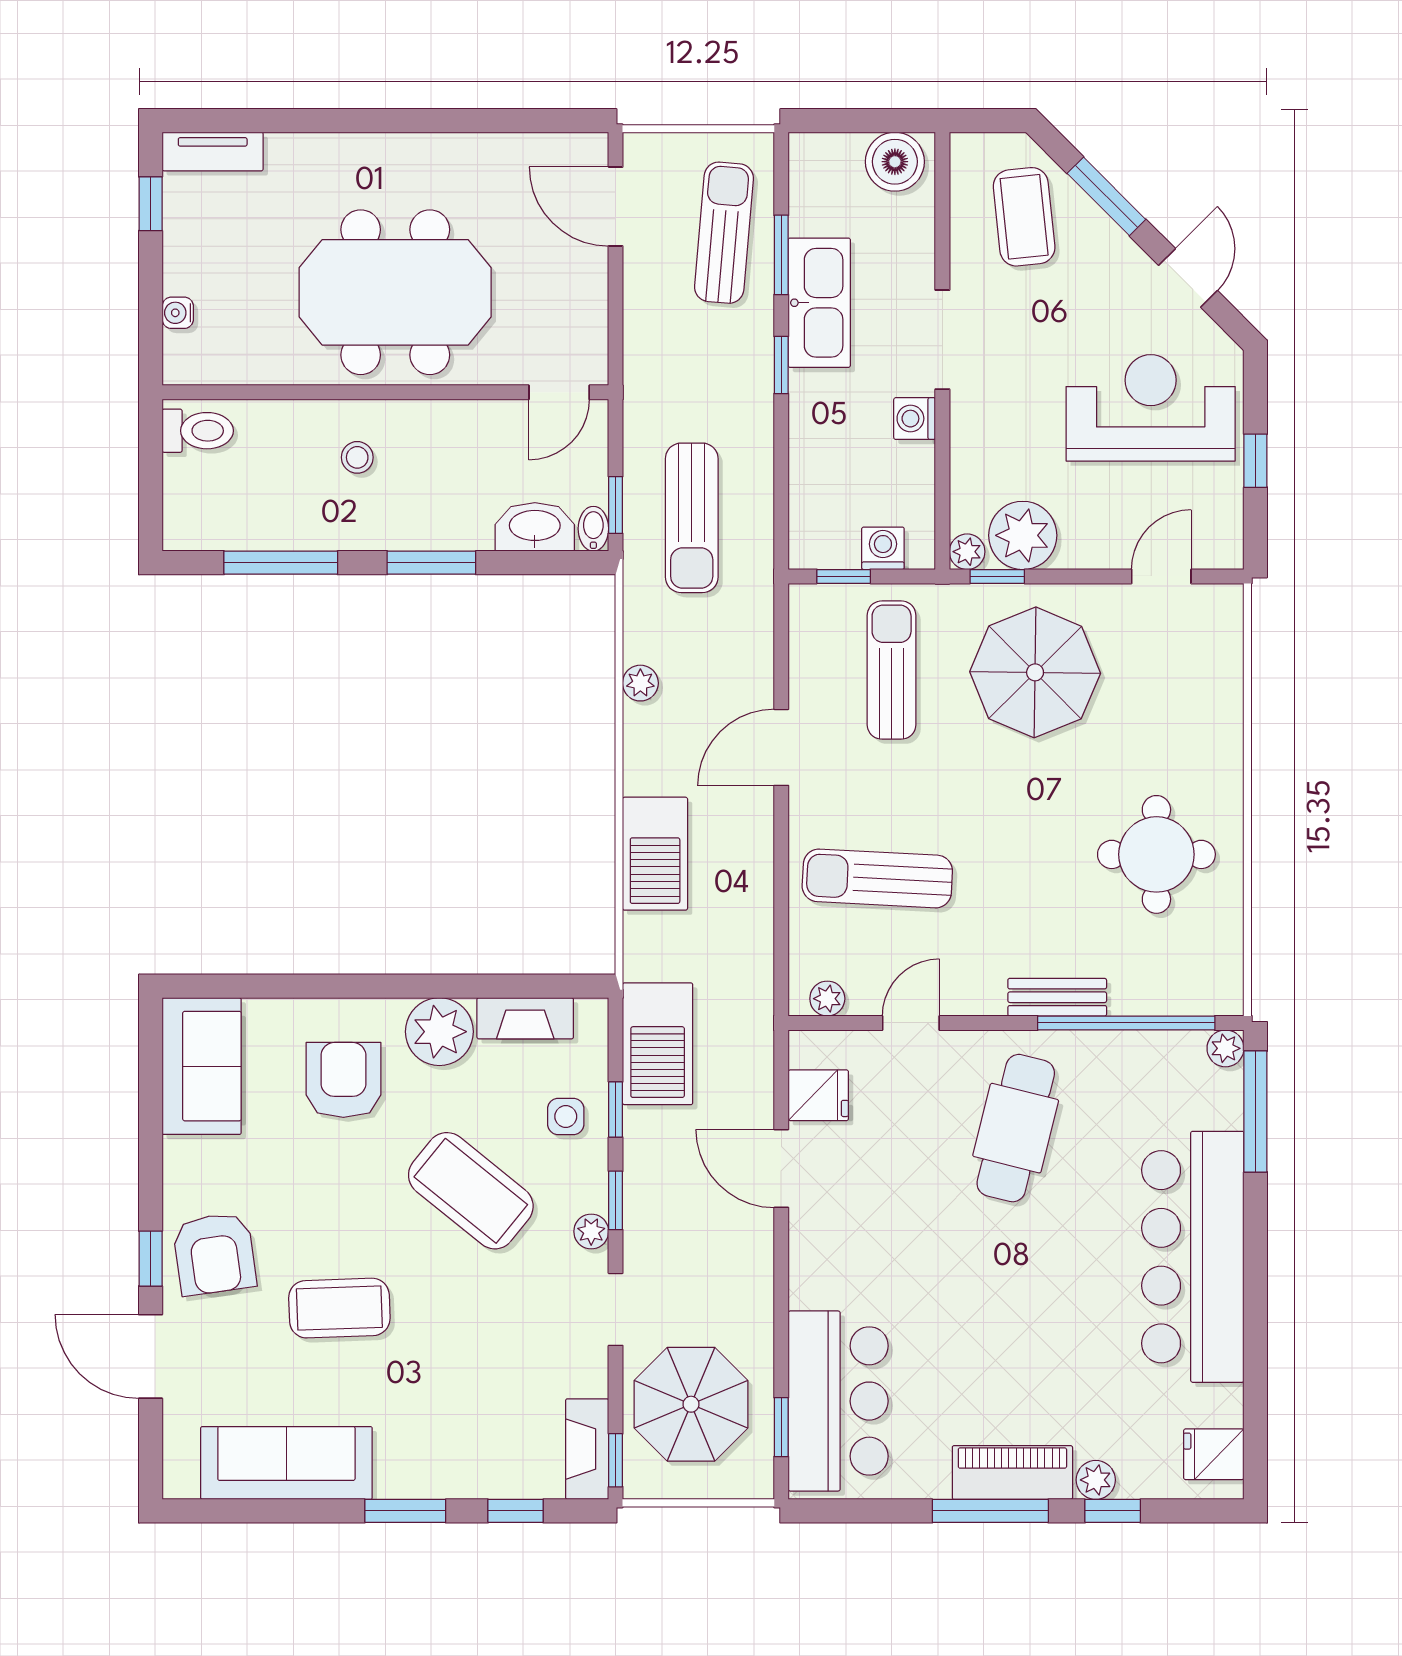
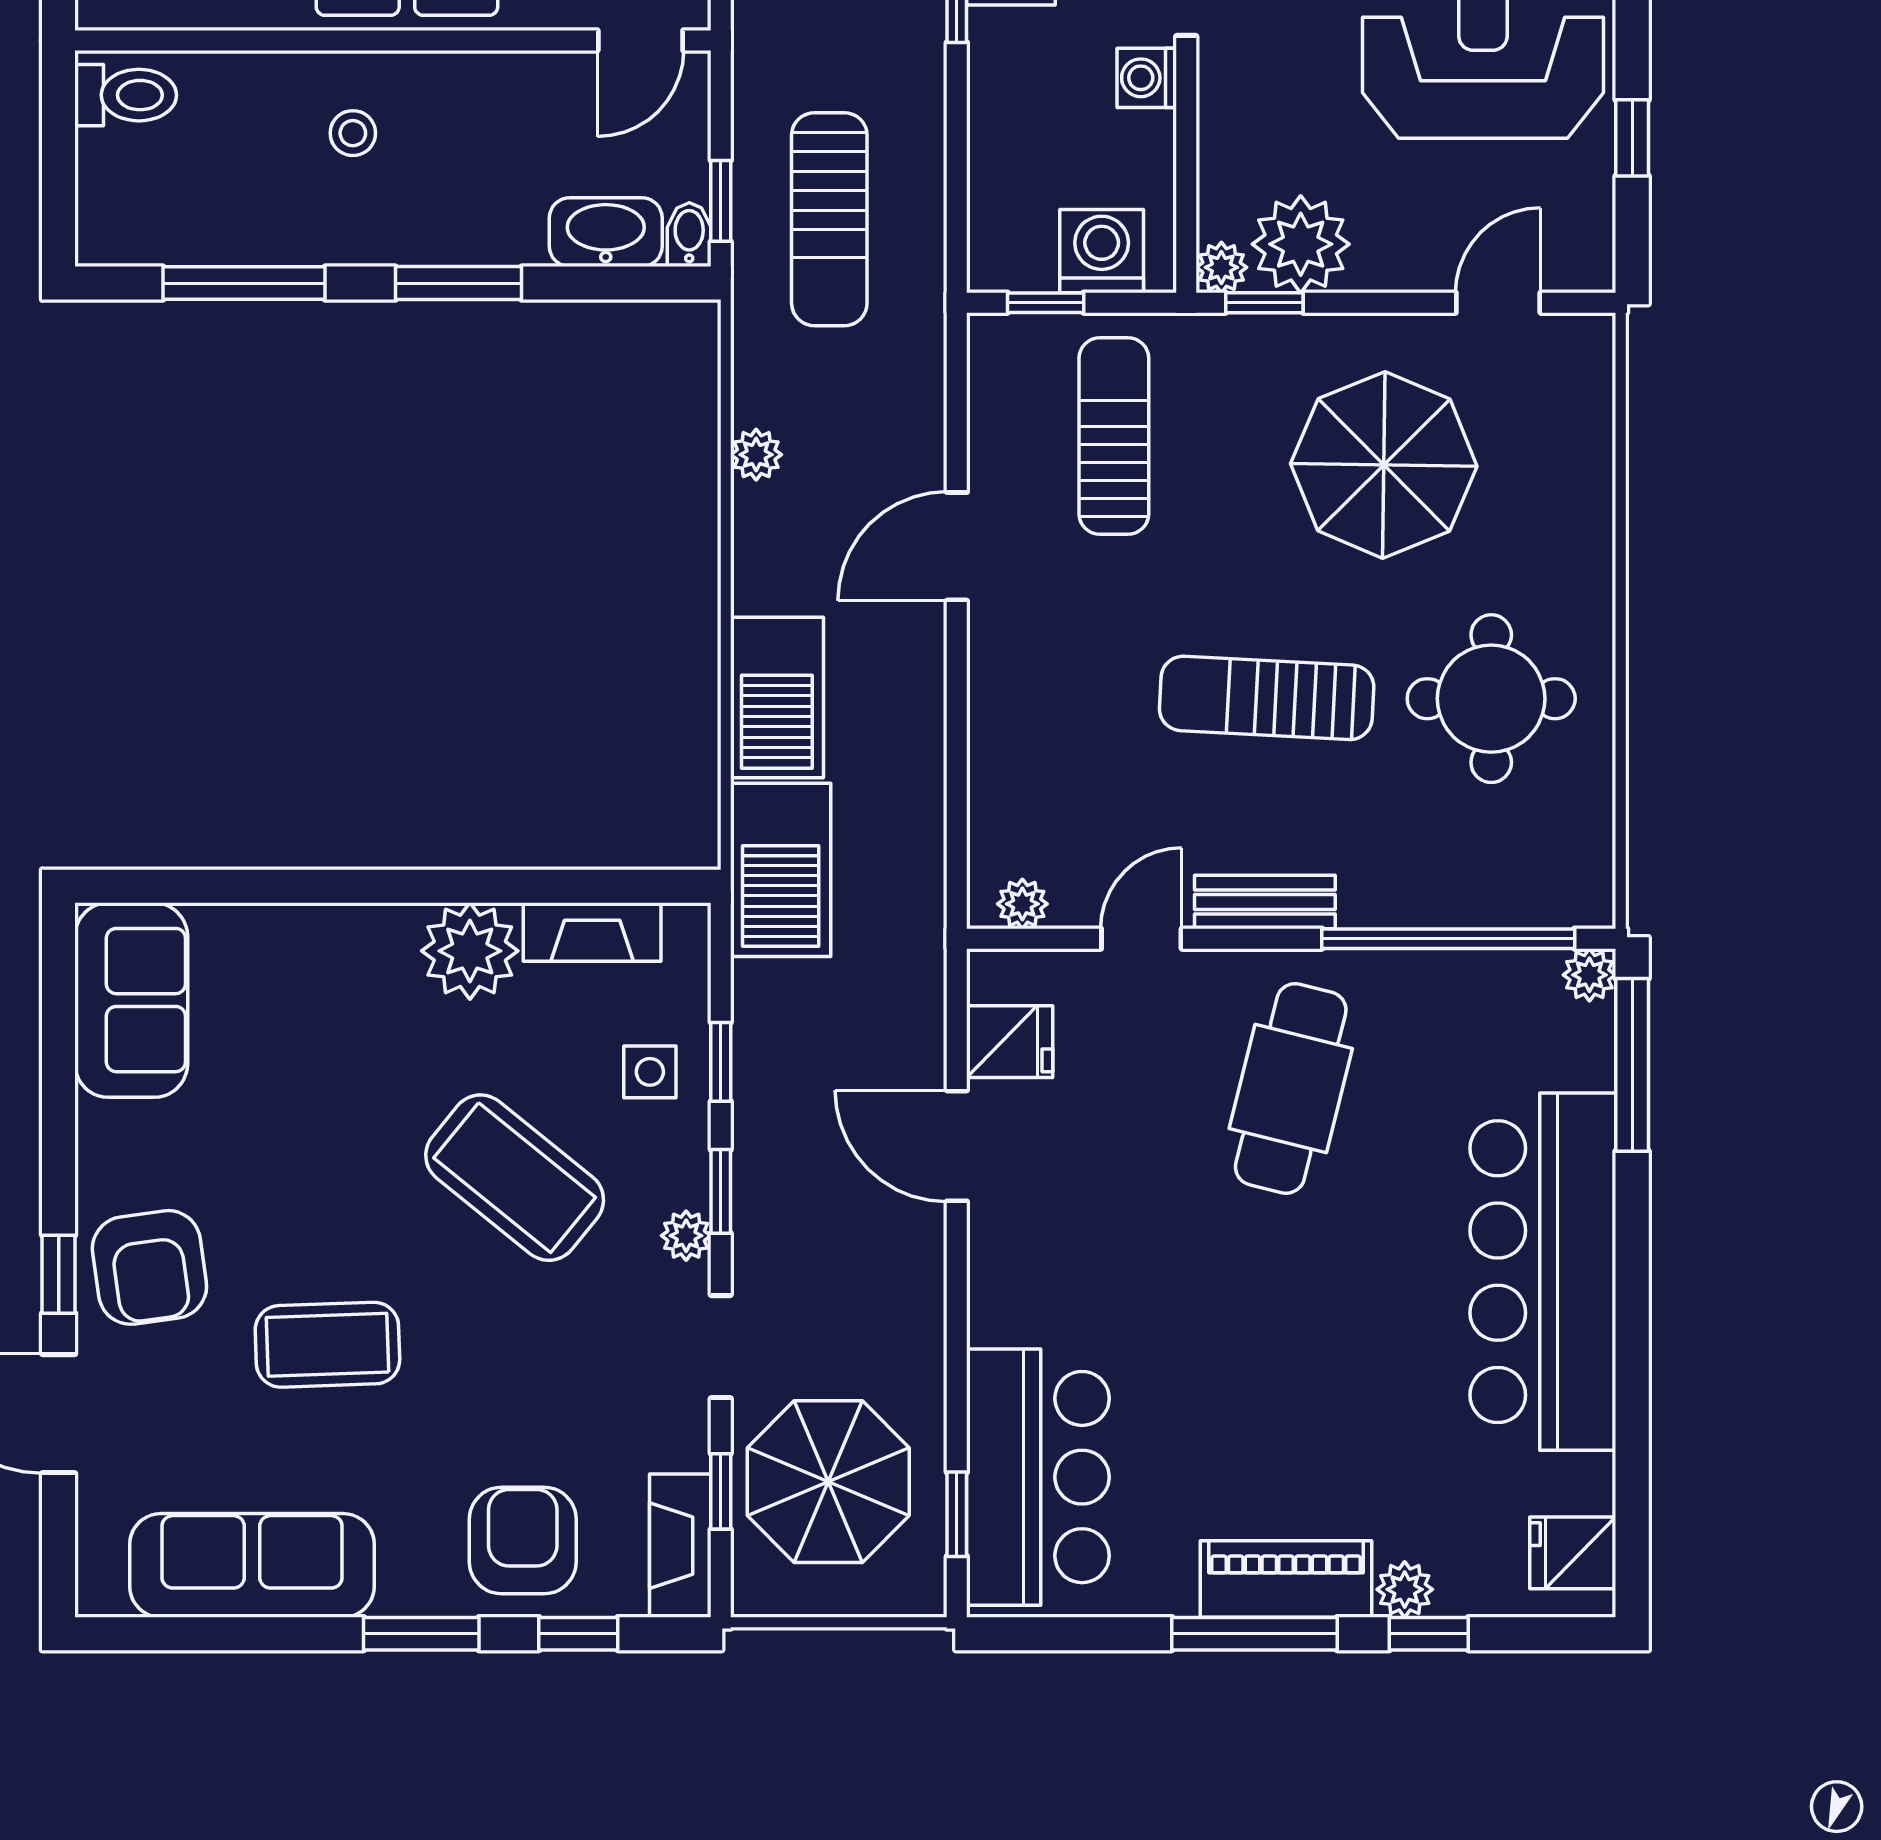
washing machine: (883, 548) -> (1102, 251), width x1.38, depth x1.38
parasol: (1035, 672) -> (1384, 465), moved
sun lounger: (877, 878) -> (1267, 698), moved
bench: (1057, 997) -> (1265, 902), moved
barbecue: (658, 1044) -> (781, 870), moved
armchair: (343, 1080) -> (523, 1540), moved
window: (616, 1460) -> (721, 1491), moved

